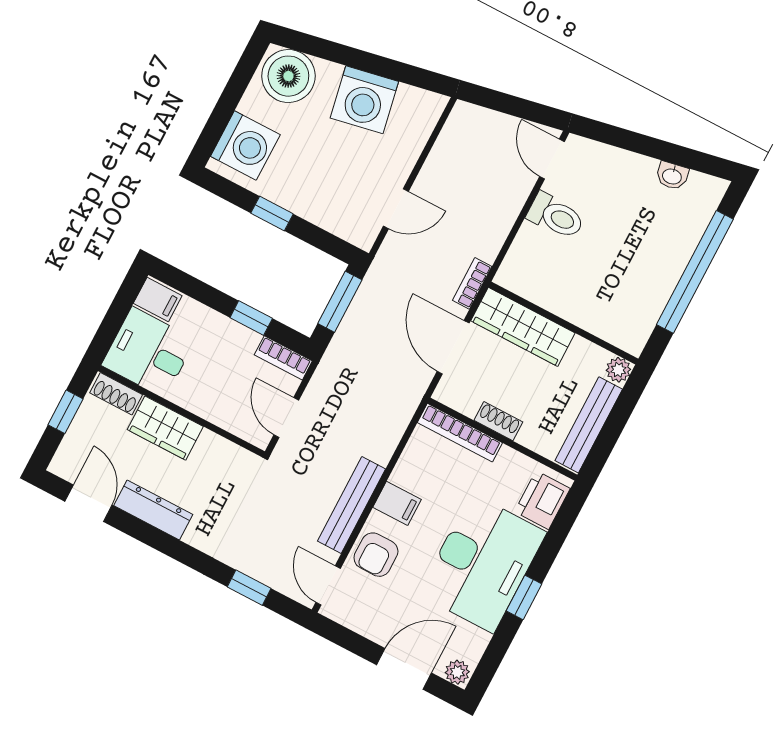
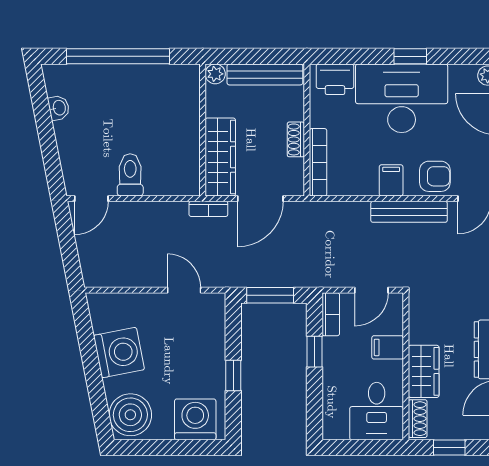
filing cabinet: (158, 299) -> (388, 347), moved, turned -90

